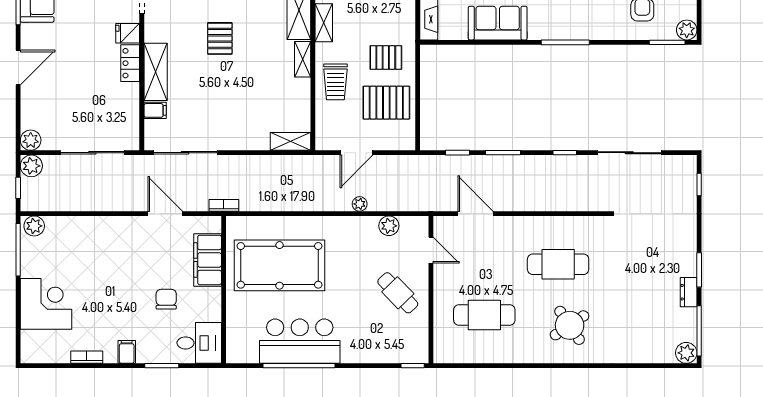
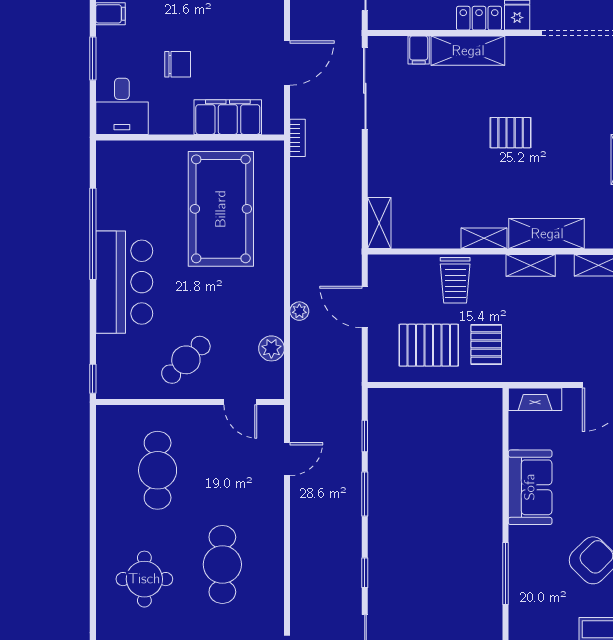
trolley: (335, 82) -> (455, 280), turned -90
pallet: (386, 103) -> (429, 345), turned 90
door: (476, 214) -> (287, 459), width x0.73
door: (431, 250) -> (240, 402), hinge flipped
round table: (570, 325) -> (144, 579), turned 34
bar counter: (300, 341) -> (124, 282), moved

